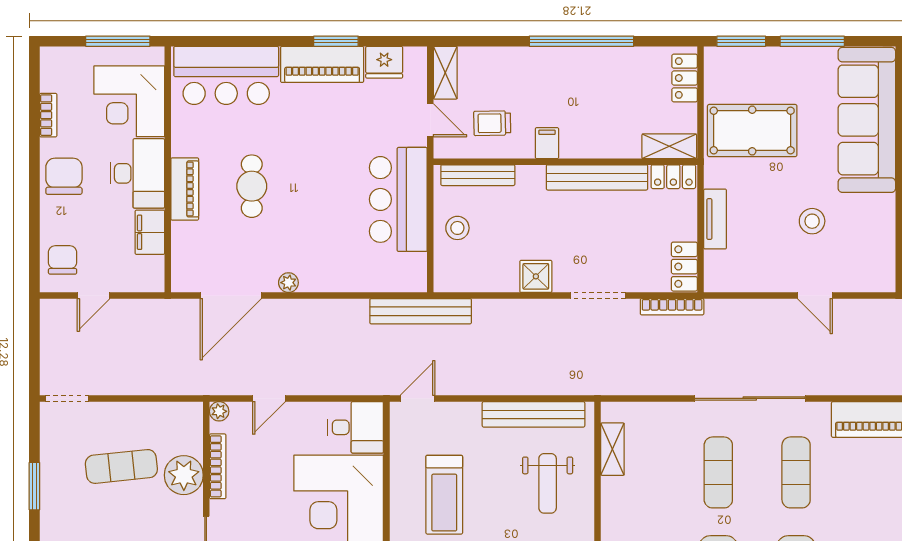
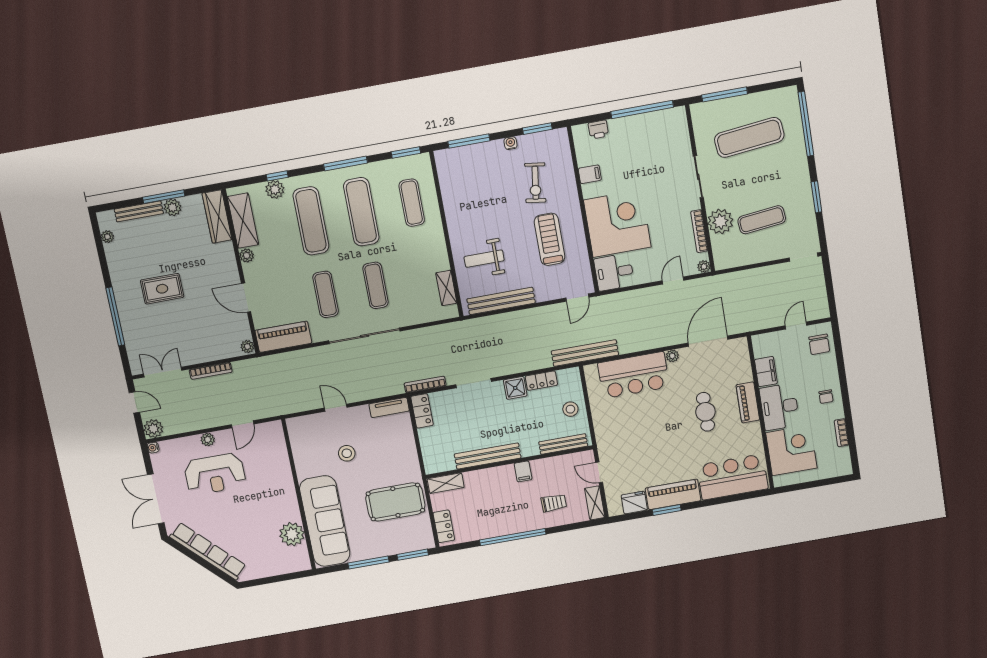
window: (118, 41) -> (804, 486), removed
trolley: (492, 123) -> (554, 503), moved
chair: (64, 176) -> (826, 397), width x0.54, depth x0.54
locker: (673, 177) -> (541, 381), moved, turned 180
bar counter: (398, 199) -> (633, 375), moved, turned 90
tv unit: (715, 219) -> (389, 407), moved, turned -90
weight bench: (548, 483) -> (484, 259), turned -90

